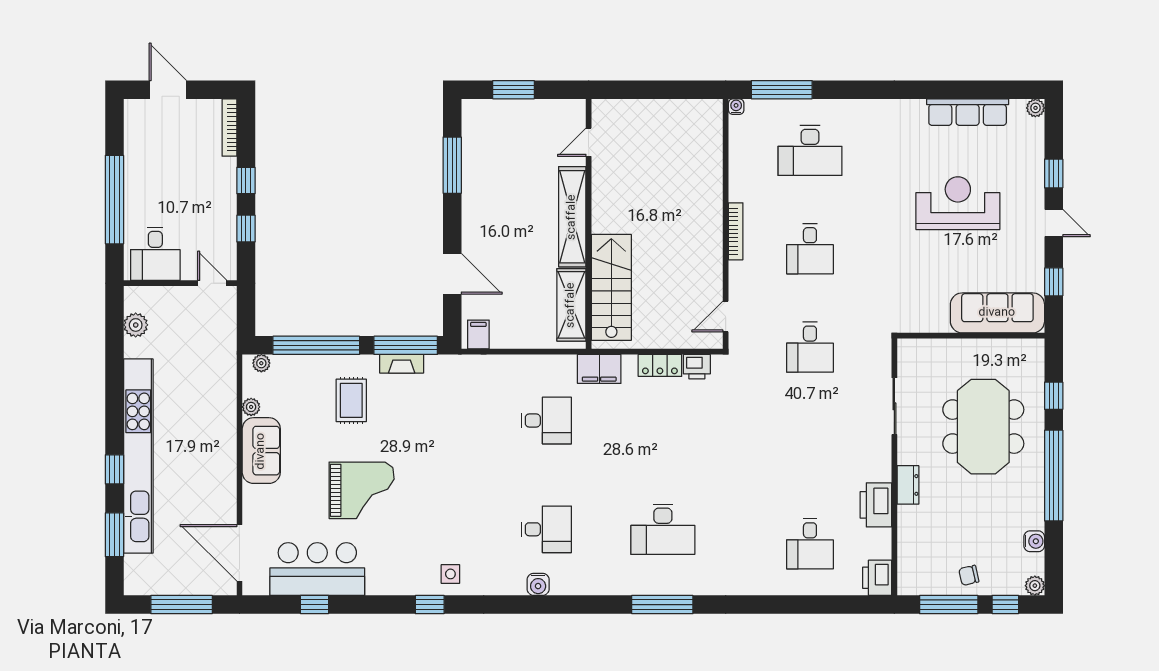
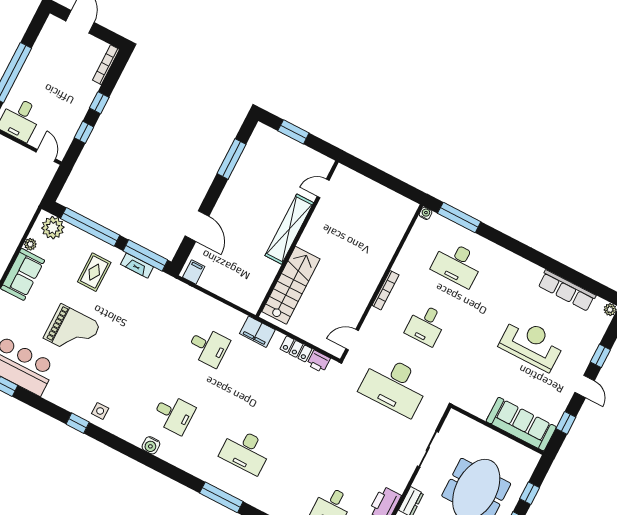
shelving: (571, 305) -> (261, 283), removed
desk: (810, 347) -> (395, 385), width x1.87, depth x1.30
plant: (261, 363) -> (53, 228), width x1.88, depth x1.88

